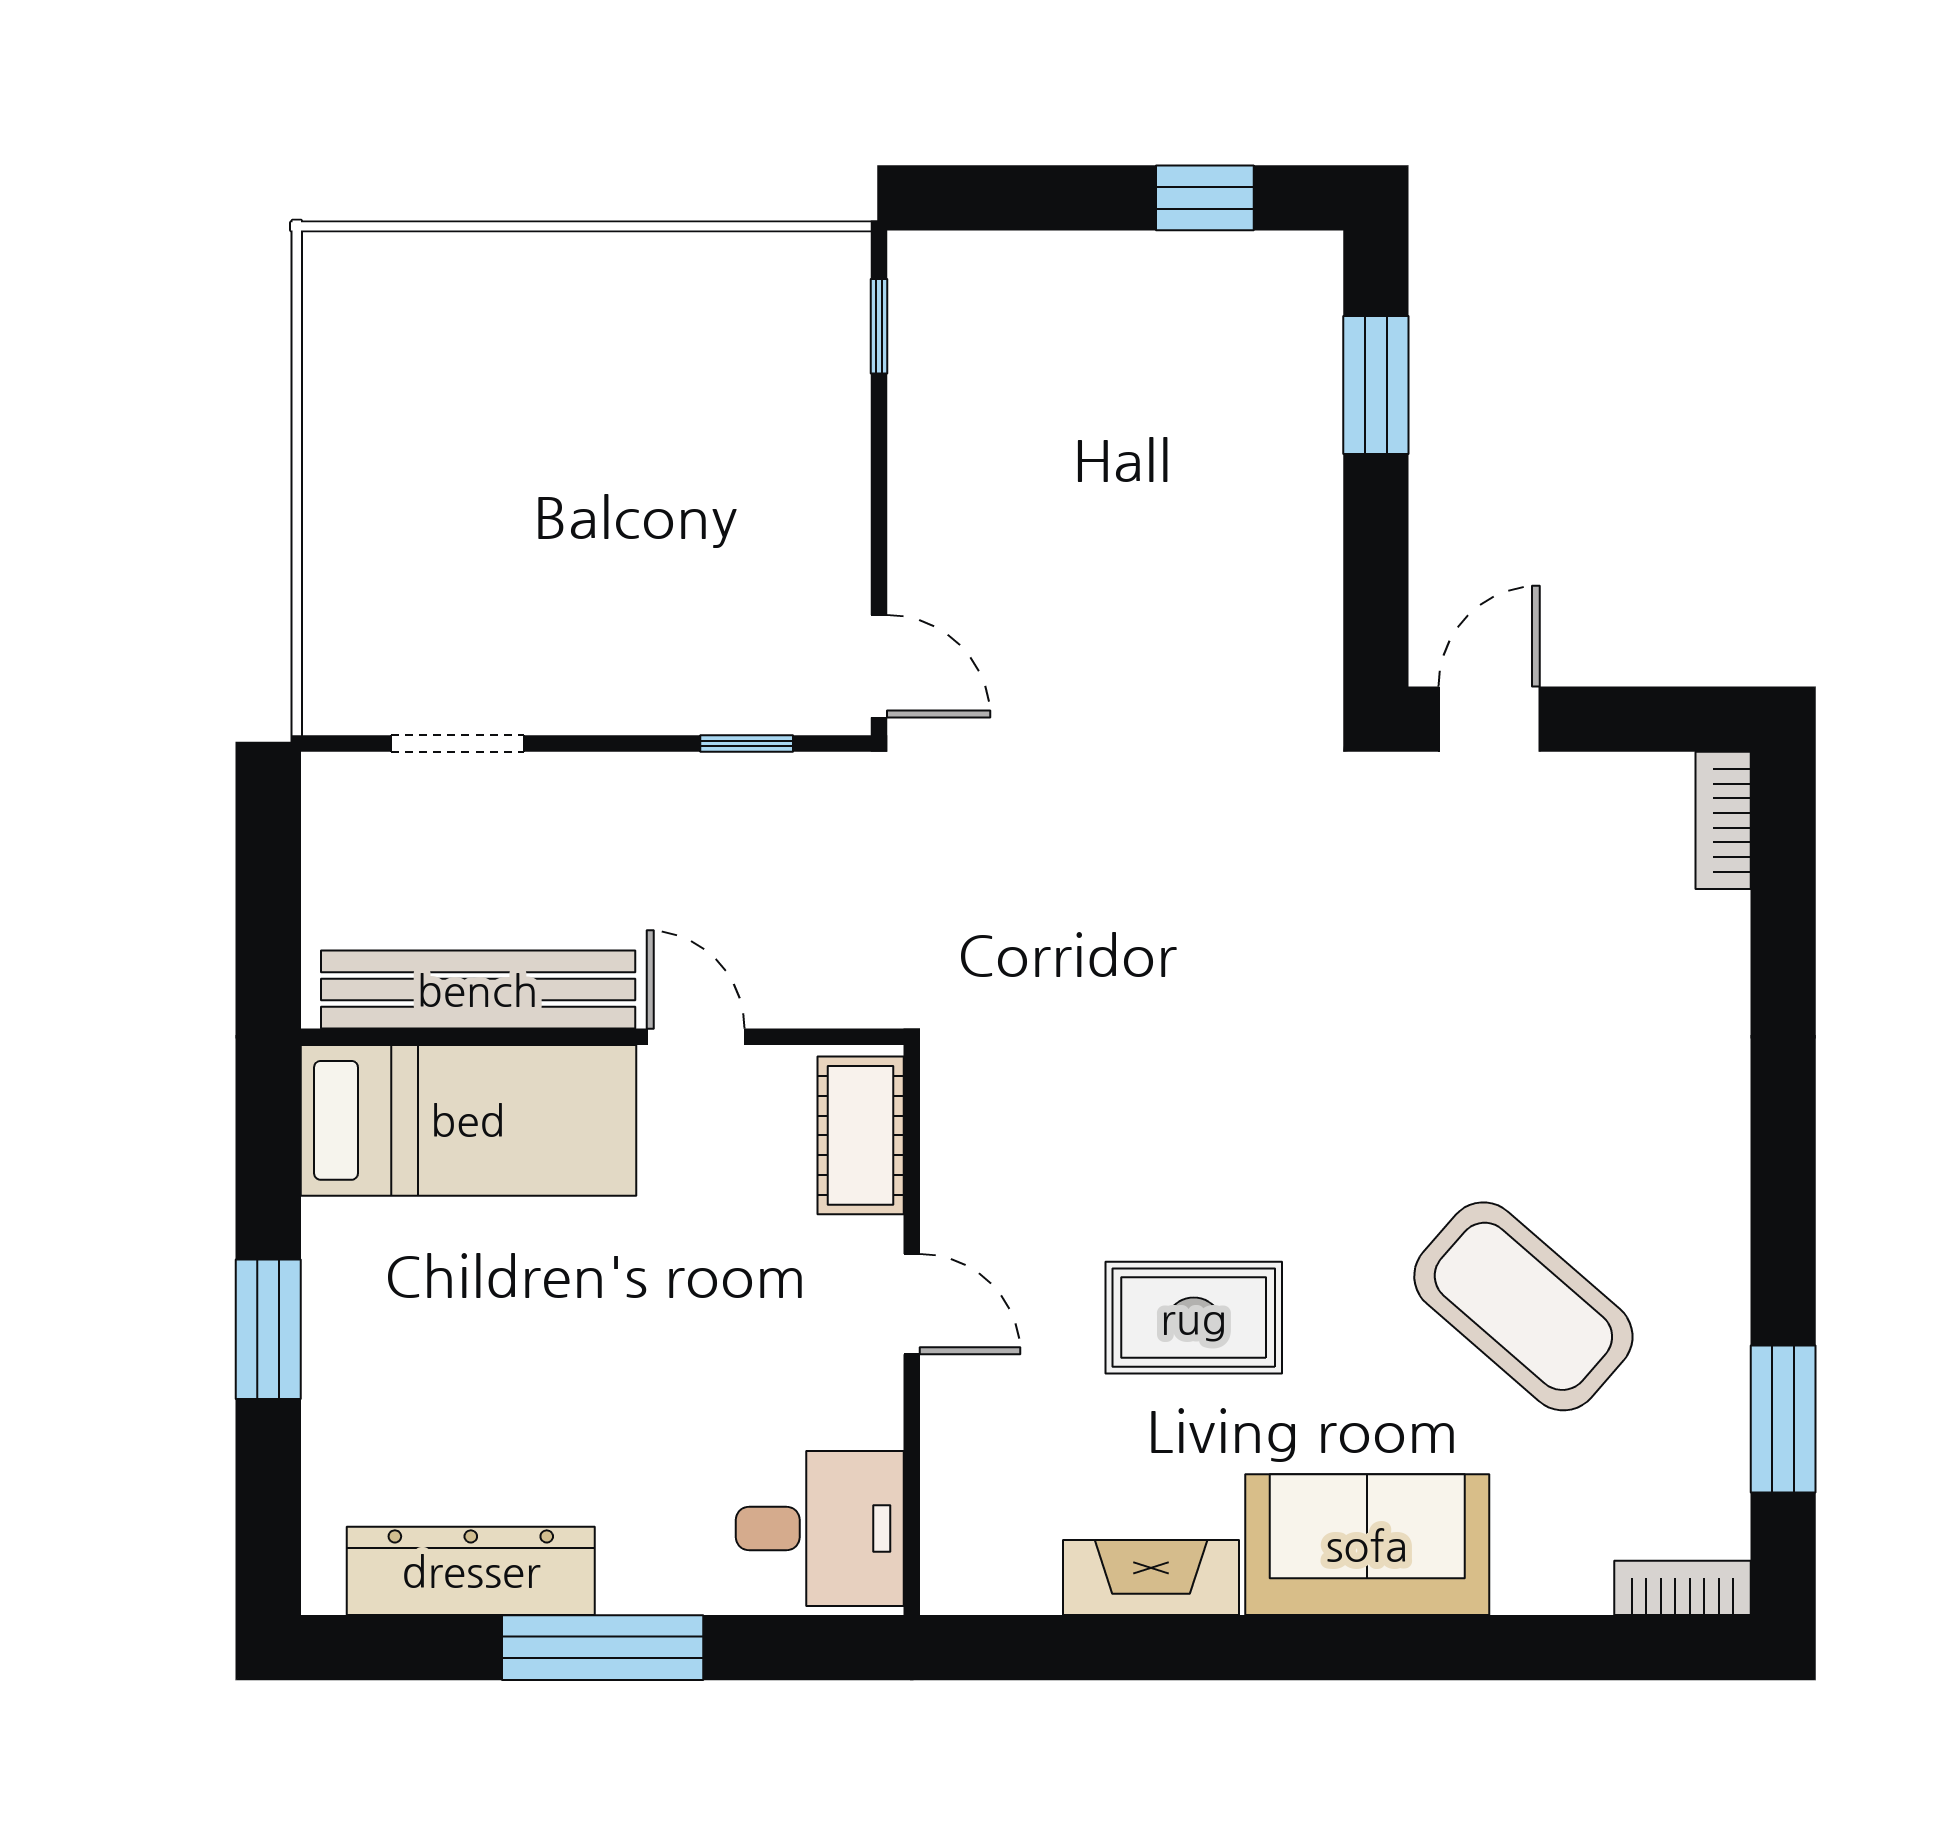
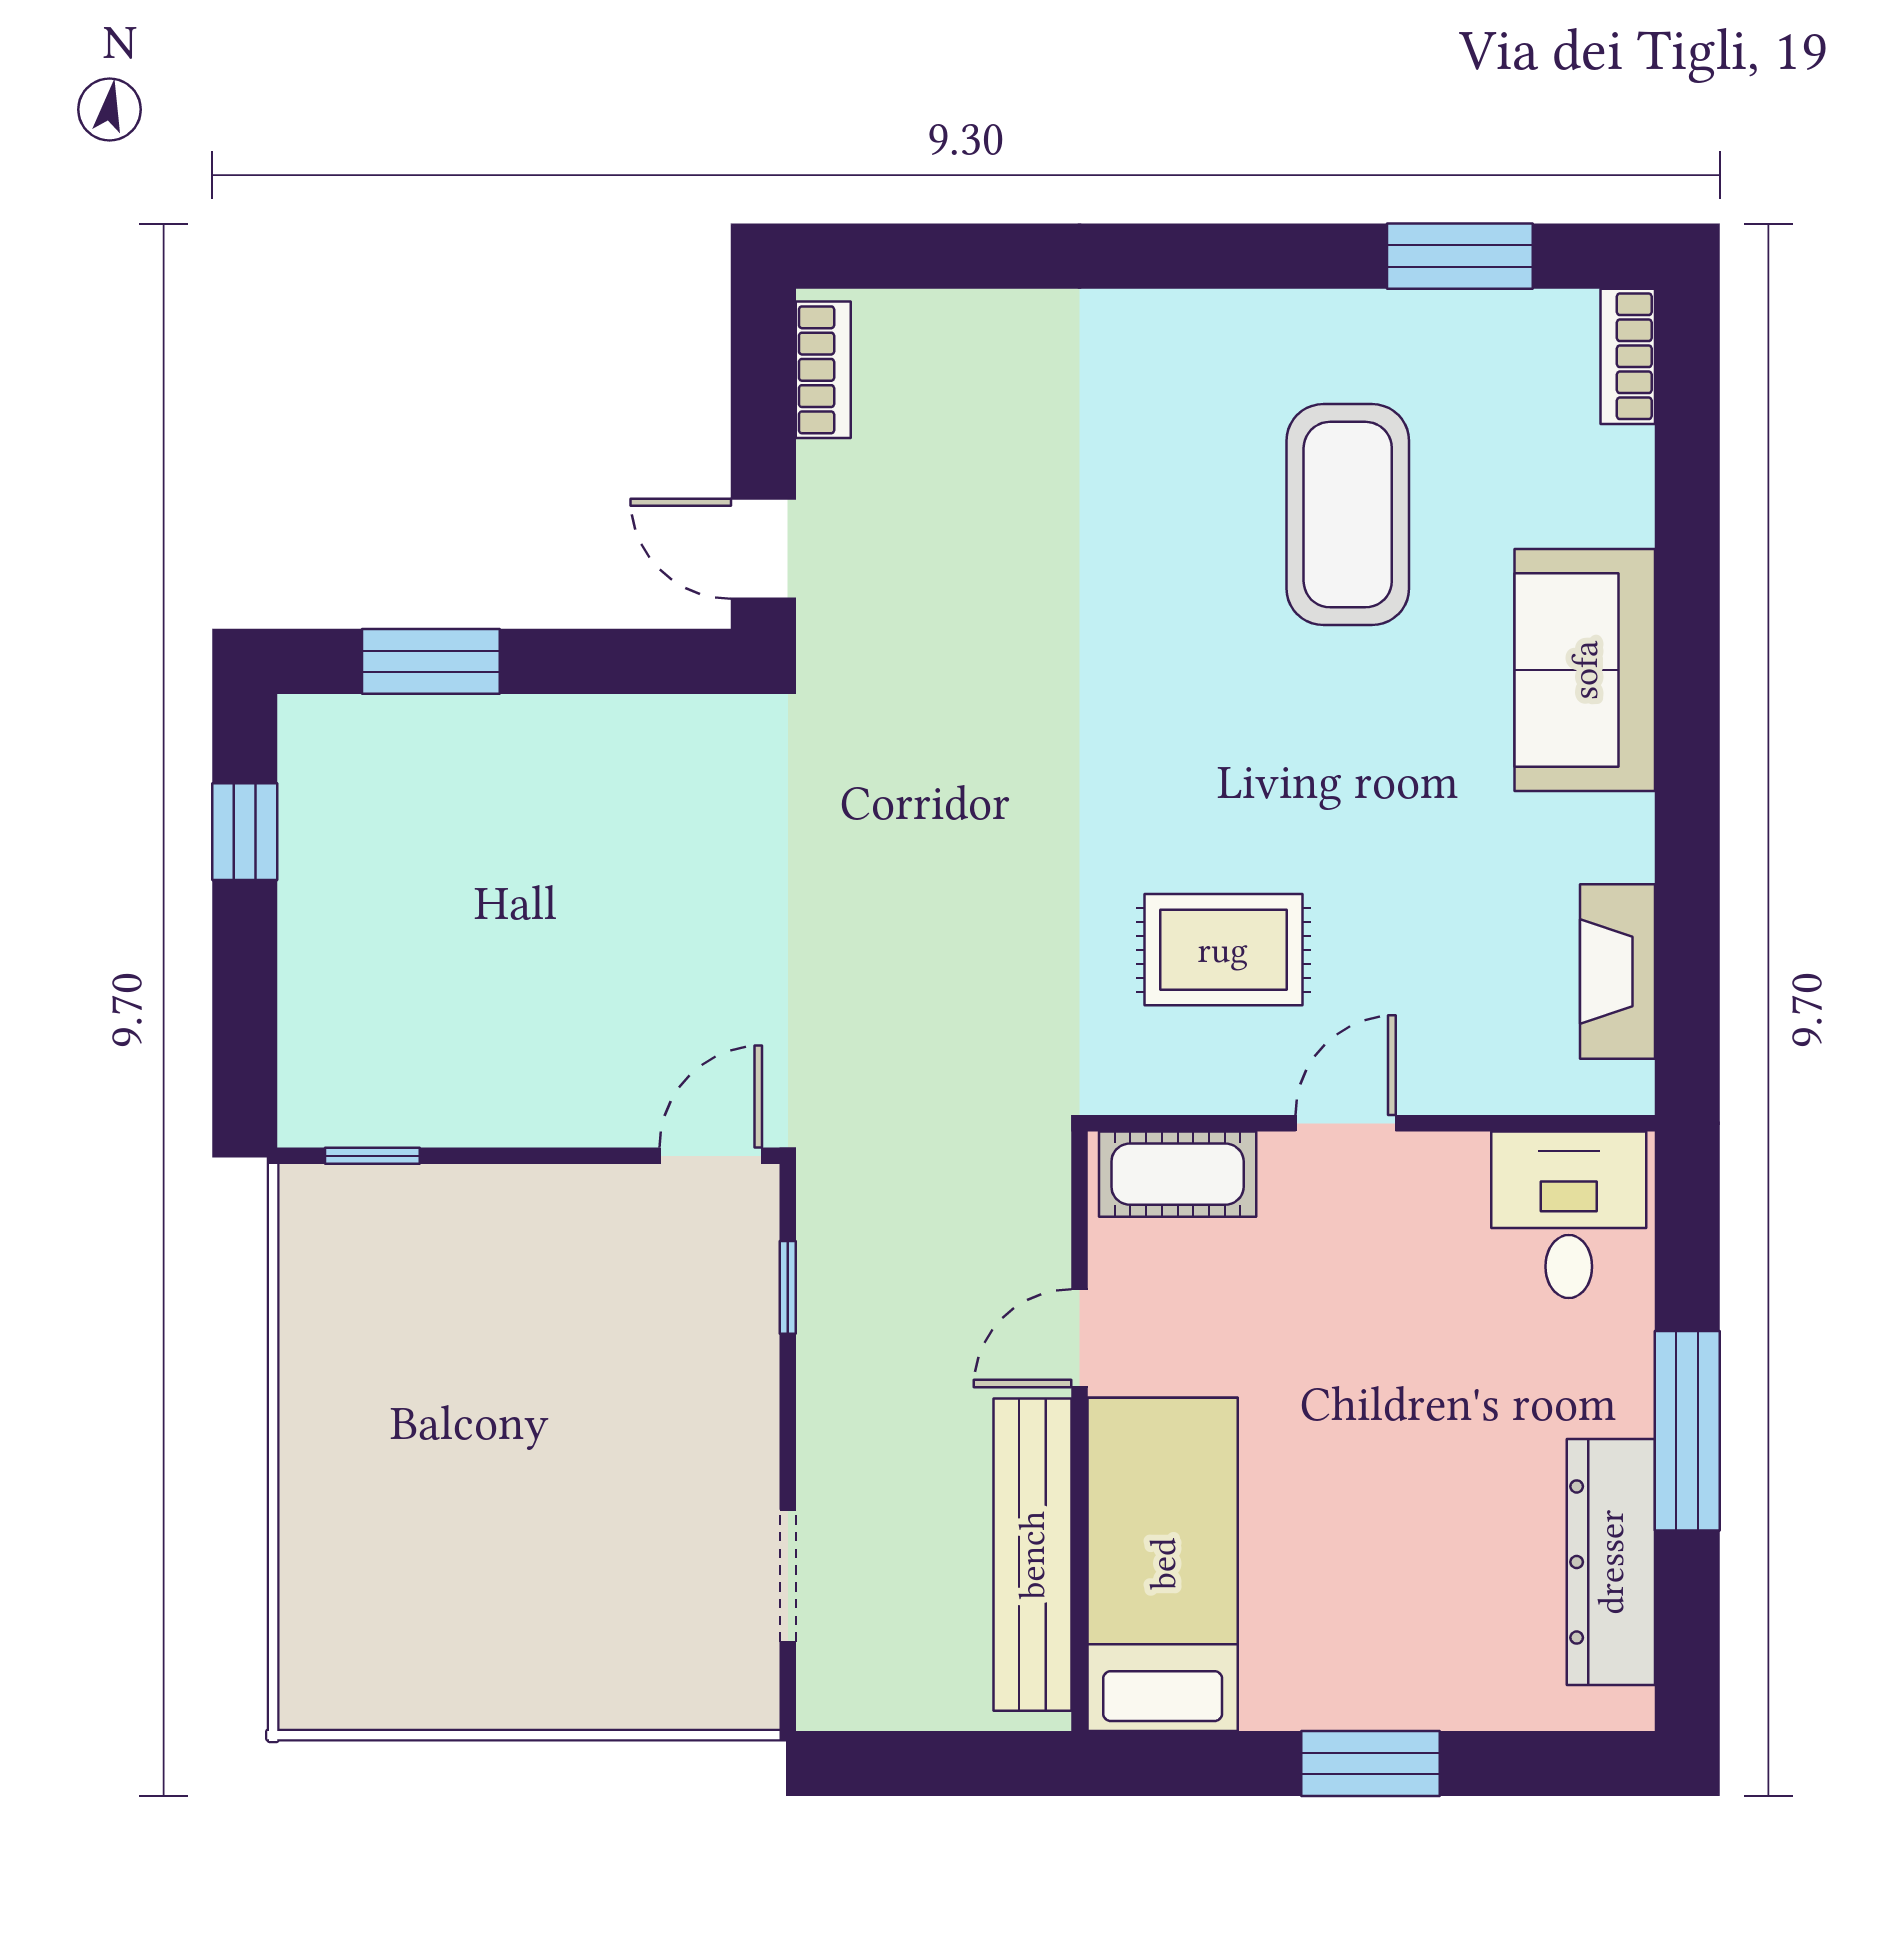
bookcase: (1723, 820) -> (823, 370), moved, turned -90
coffee table: (1523, 1306) -> (1348, 515), turned -41
rug: (1194, 1318) -> (1223, 950), moved, turned 90
fireplace: (1151, 1577) -> (1618, 972), moved

